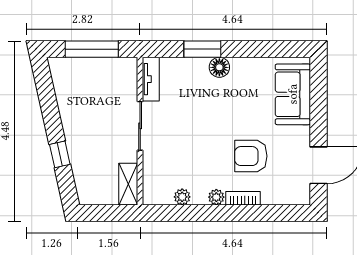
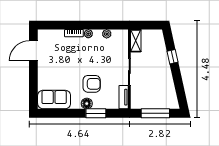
sofa: (293, 94) -> (54, 100), moved, turned -90
armchair: (251, 156) -> (92, 84), moved

